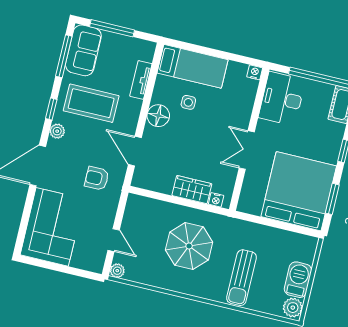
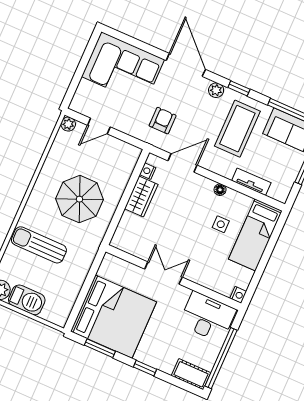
floor lamp: (158, 116) -> (220, 190), width x0.53, depth x0.53
wardrobe: (192, 190) -> (141, 197), moved
nightstand: (216, 200) -> (148, 171), moved

